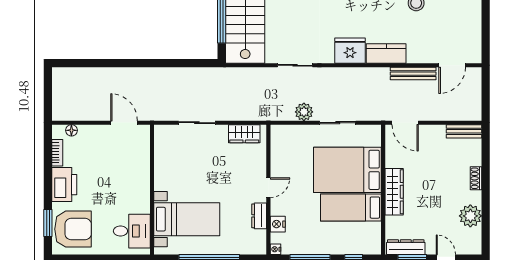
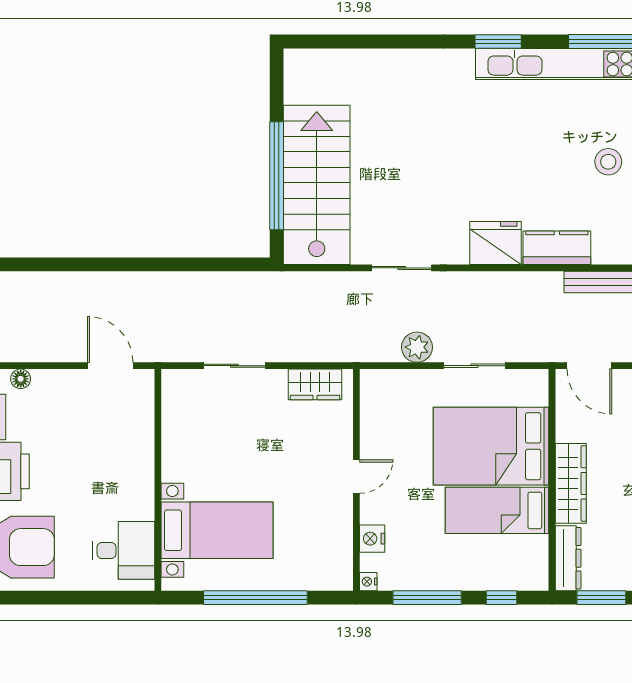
dresser: (259, 216) -> (341, 525), removed
dresser: (406, 247) -> (568, 558), moved, turned 90

